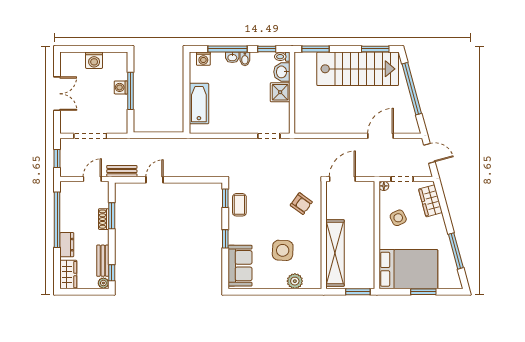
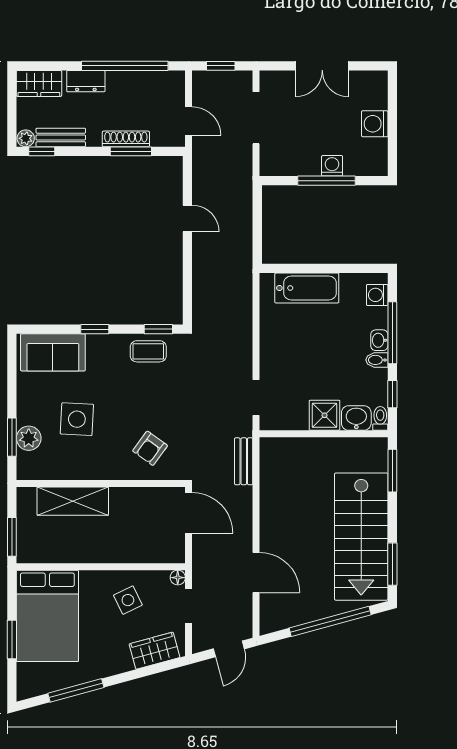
bench: (122, 171) -> (244, 461), moved
shoe rack: (104, 219) -> (126, 139), width x1.43
shelving: (335, 253) -> (73, 501), width x0.68
window: (294, 292) -> (12, 437), added

